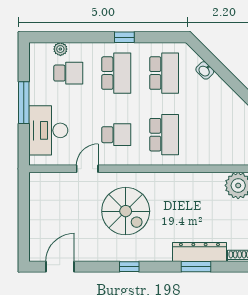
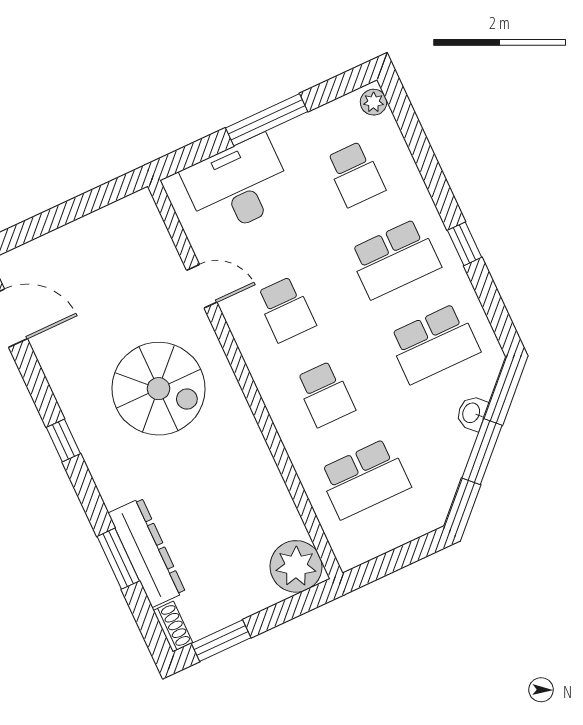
plant: (60, 49) -> (374, 102), moved
window: (225, 74) -> (482, 452), added
school desk: (164, 135) -> (325, 394), width x0.54
school desk: (212, 135) -> (364, 479), added
spiral stairs: (126, 211) -> (158, 389), turned -90

